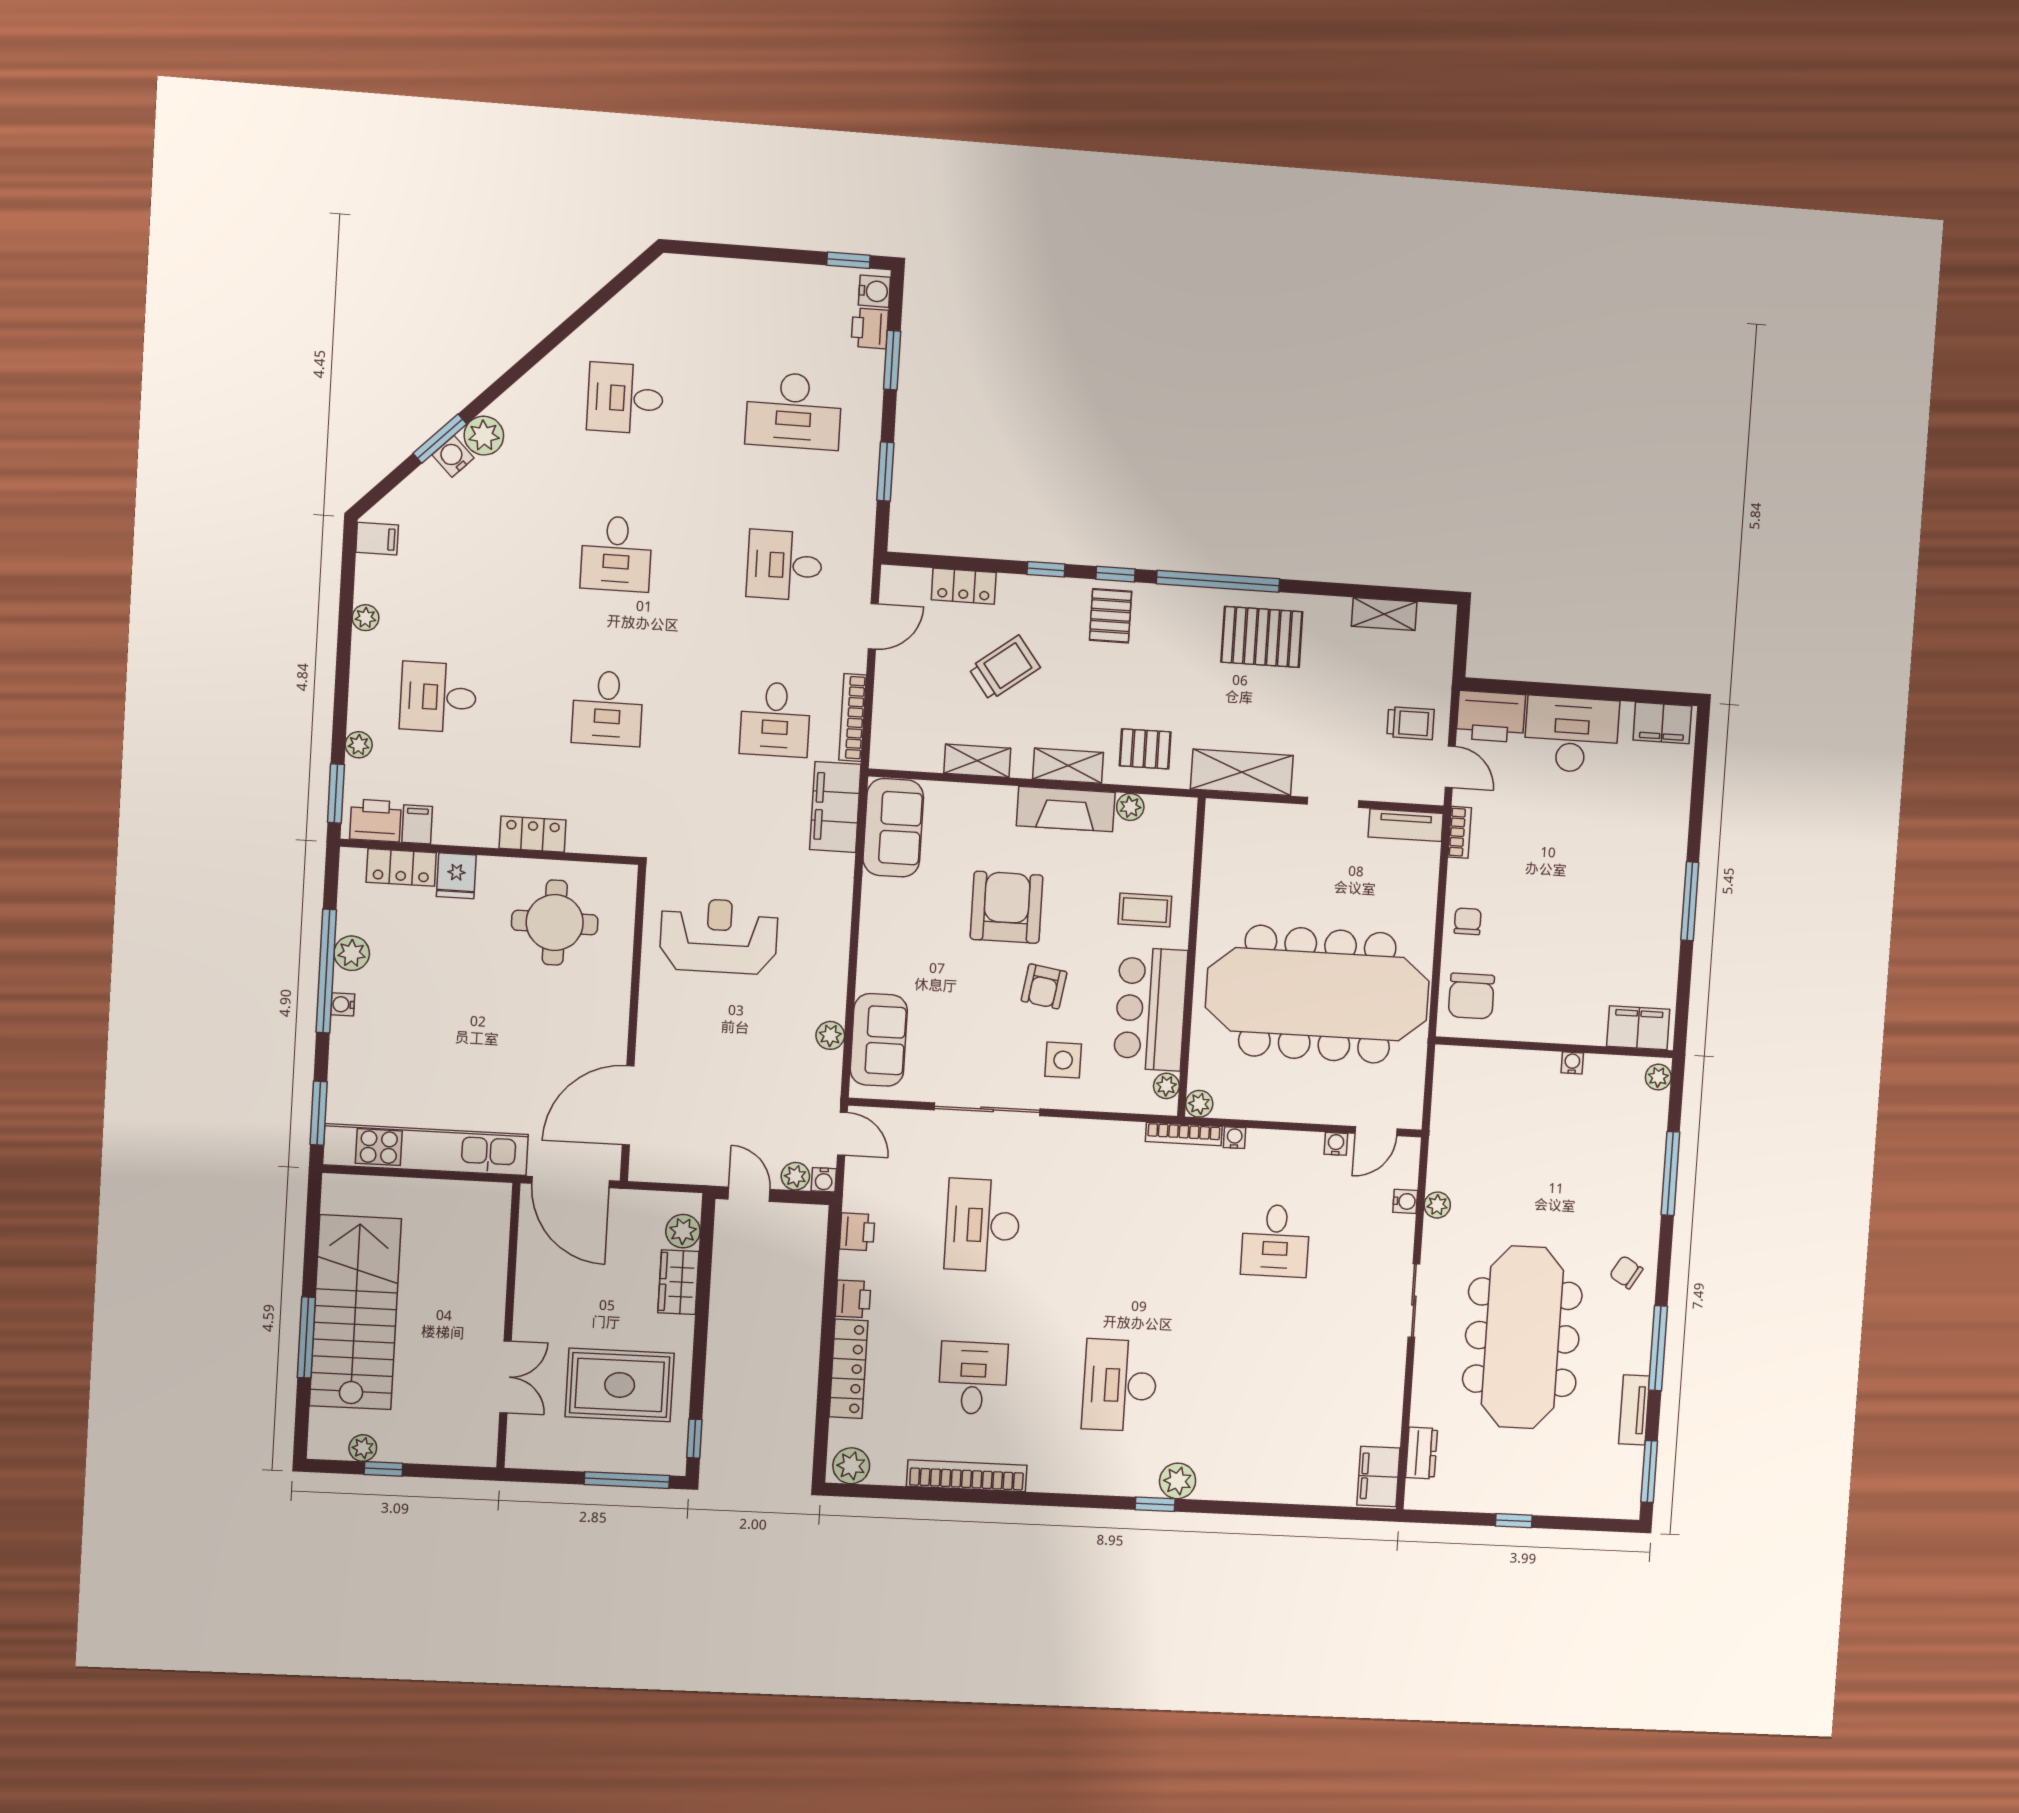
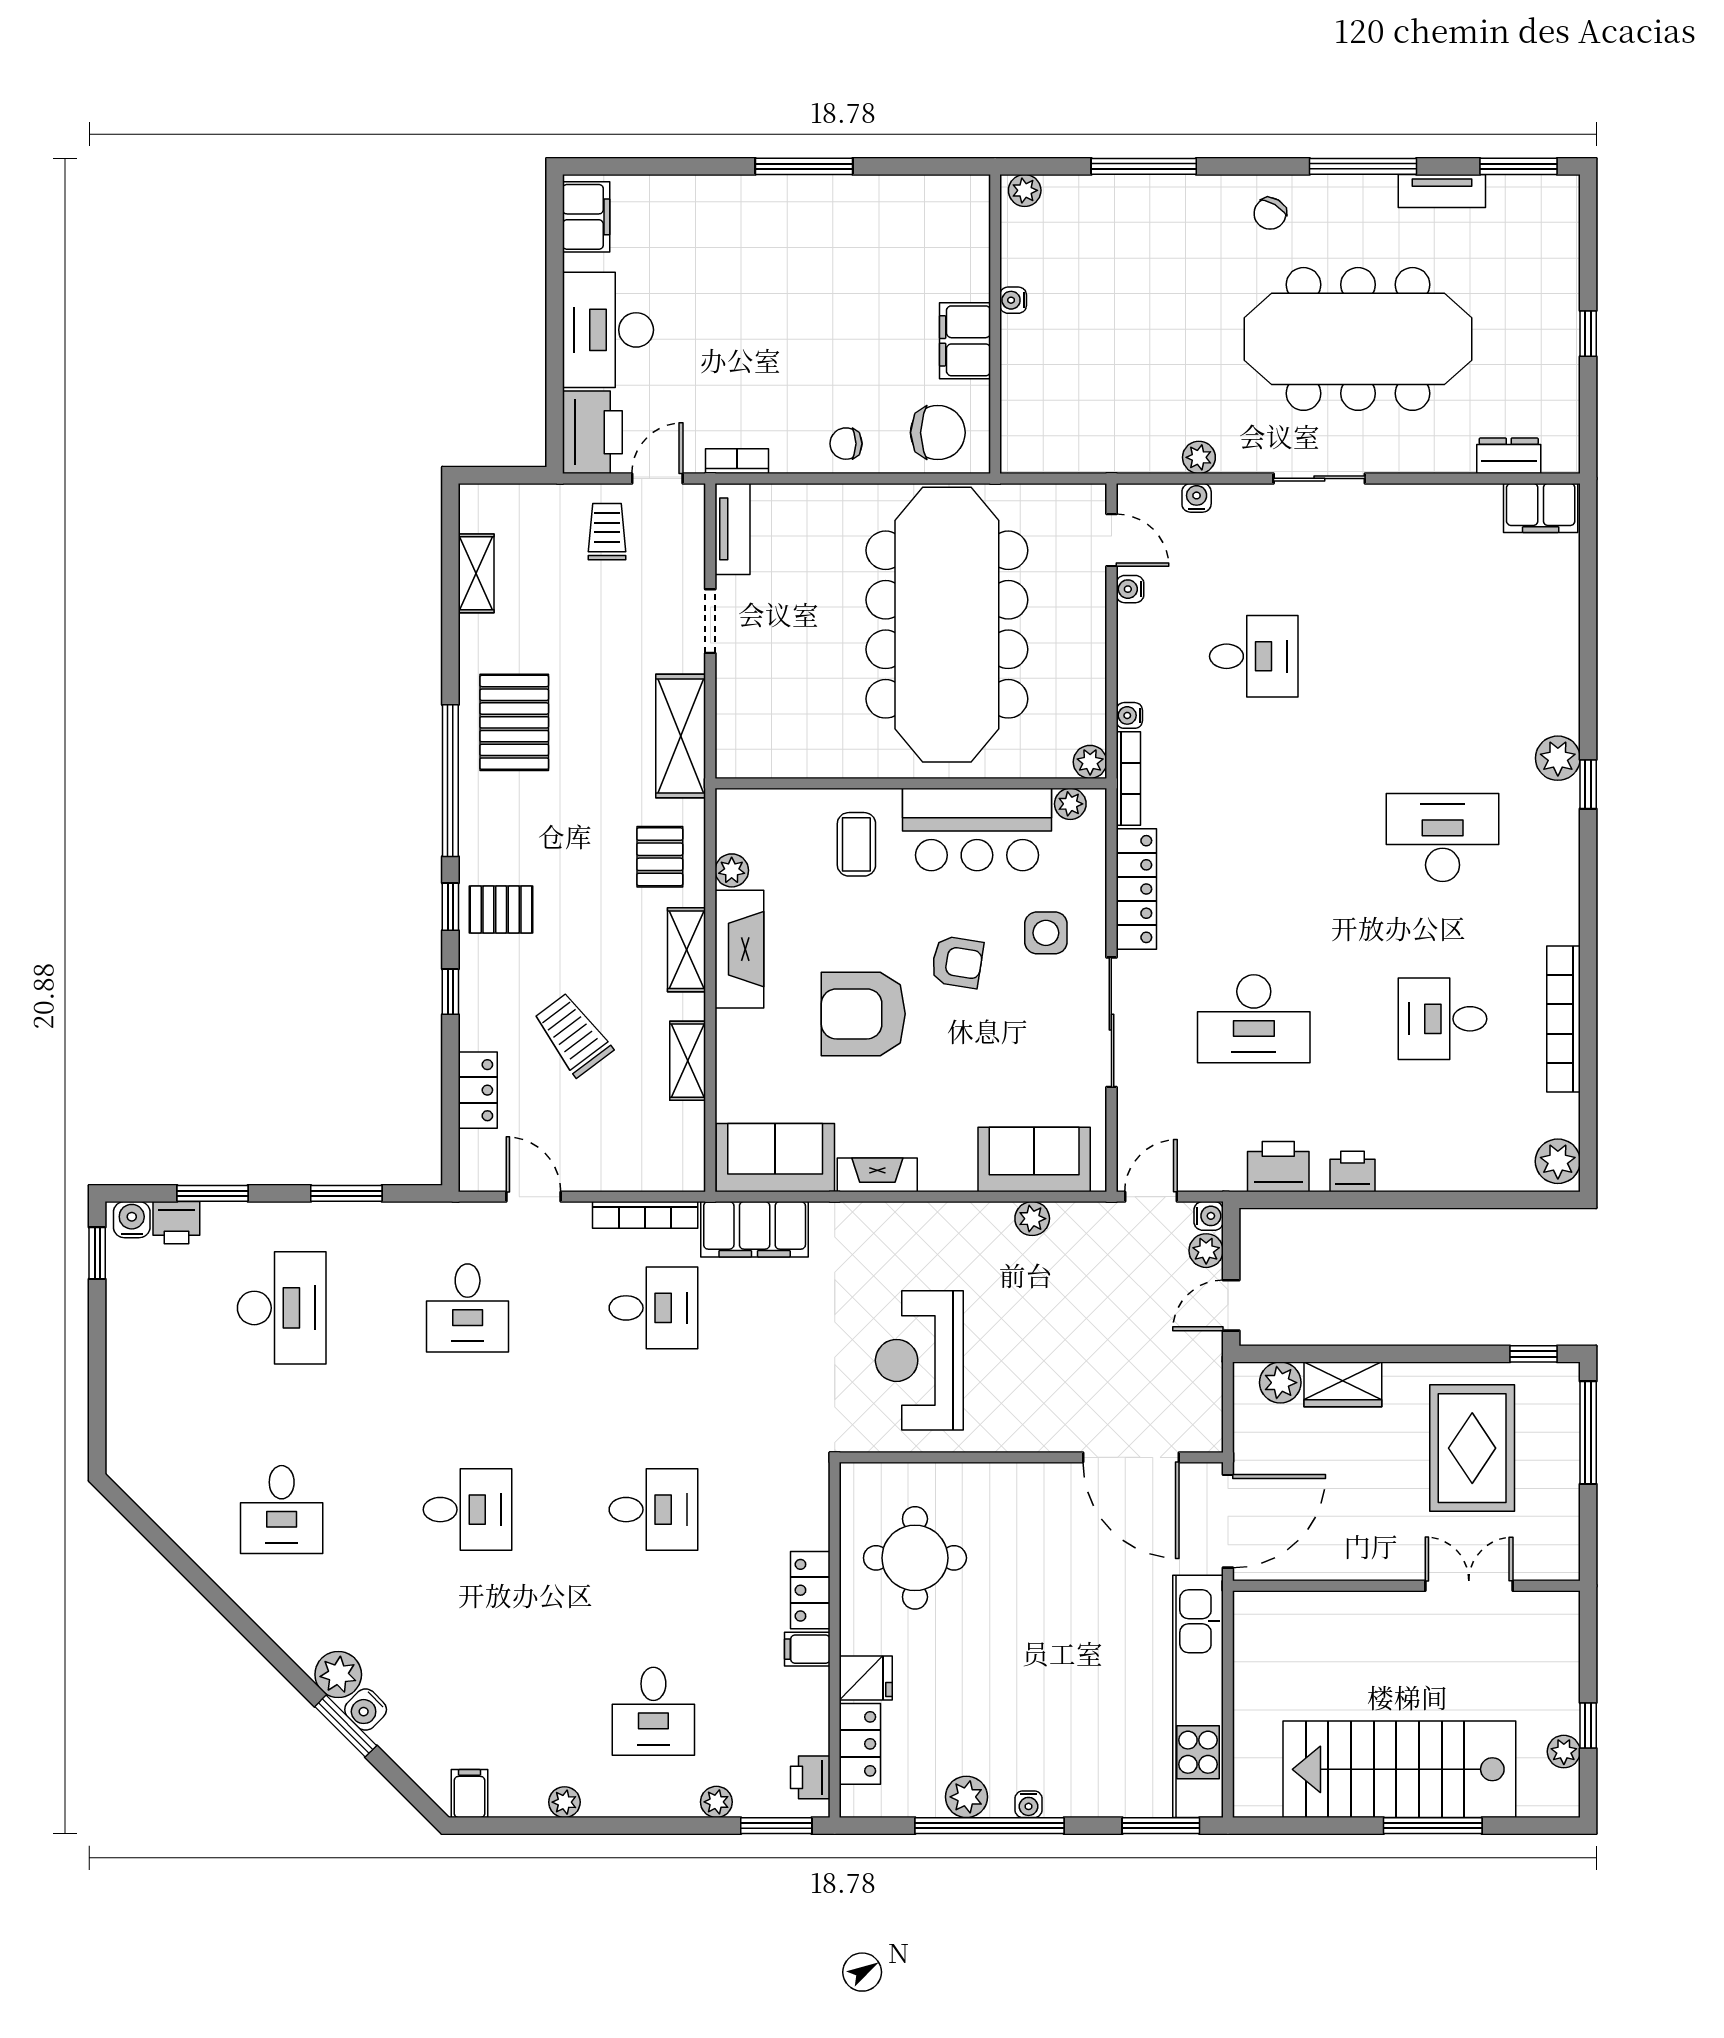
printer: (375, 820) -> (810, 1777), width x0.73, depth x0.81
filing cabinet: (417, 824) -> (807, 1649), moved
fireplace: (874, 911) -> (877, 1175), added
filing cabinet: (1638, 1028) -> (965, 341), moved
printer: (857, 1232) -> (1278, 1167), width x1.36, depth x1.24
locker: (848, 1369) -> (1136, 889), moved, turned 90
desk: (1120, 1385) -> (1443, 838), turned 180

